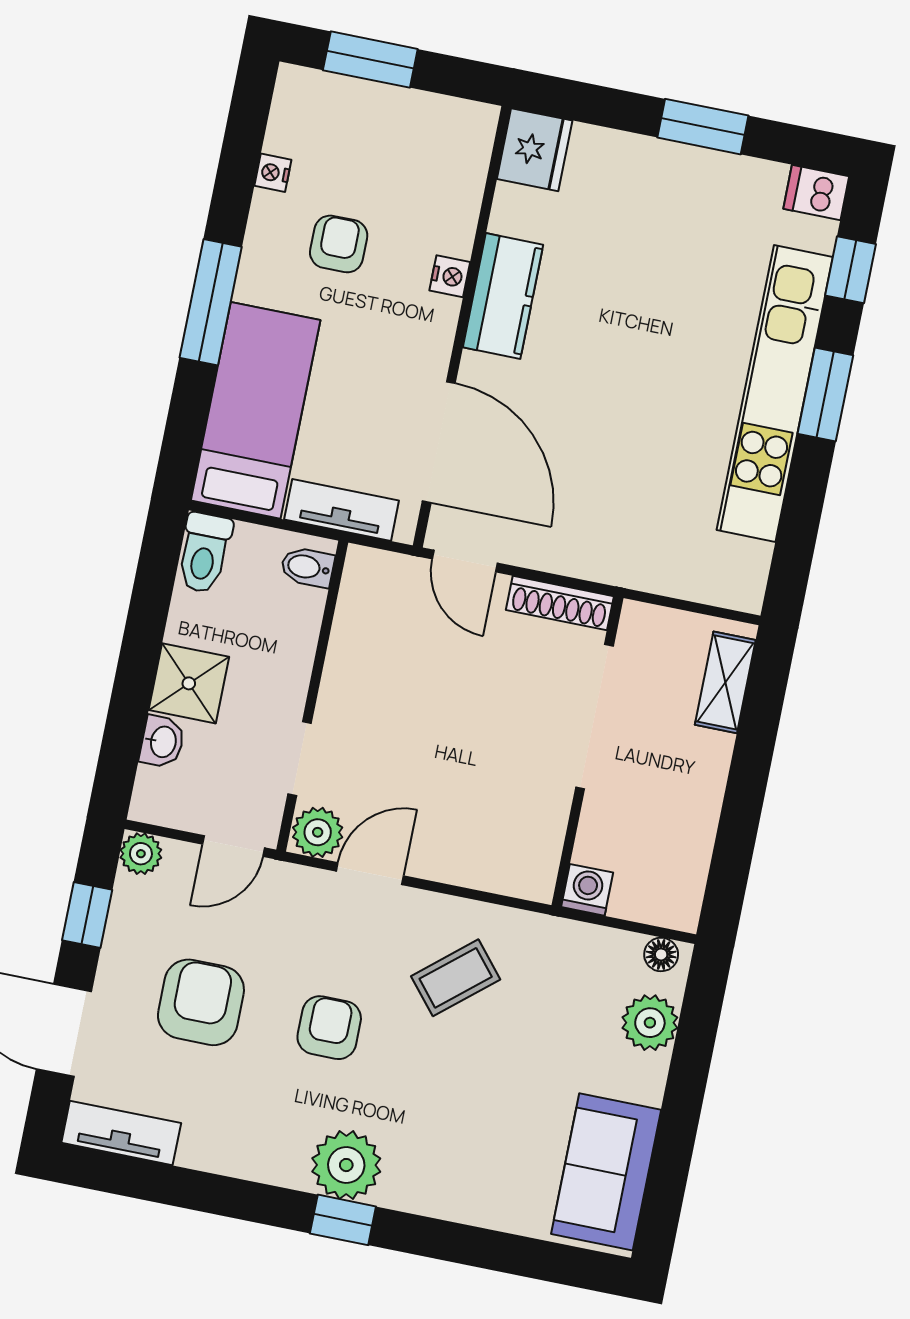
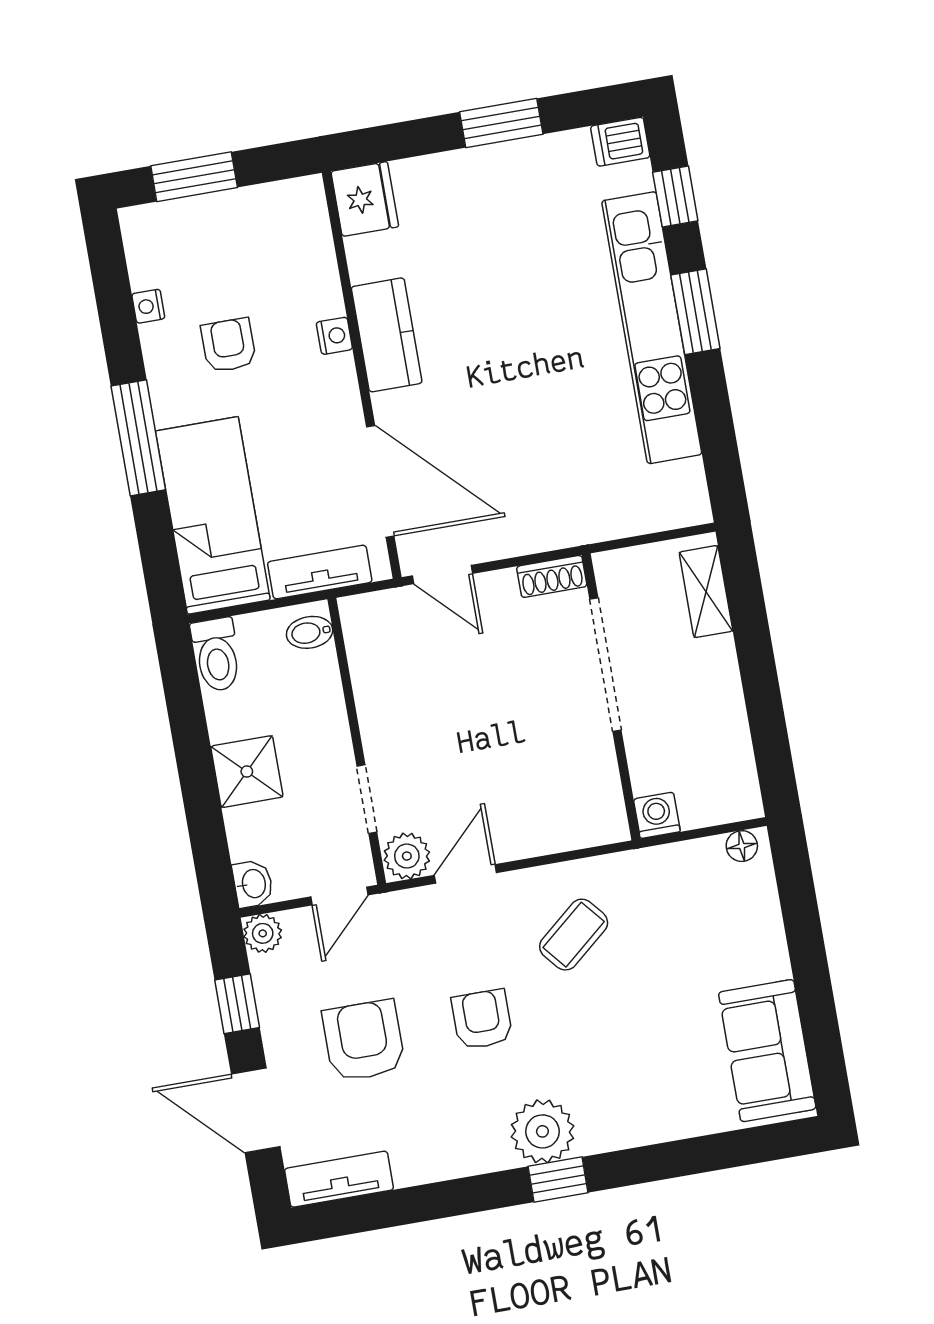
shoe rack: (560, 603) -> (552, 576), width x0.70
washbasin: (162, 742) -> (253, 884), moved
plant: (650, 1023) -> (755, 908), removed

